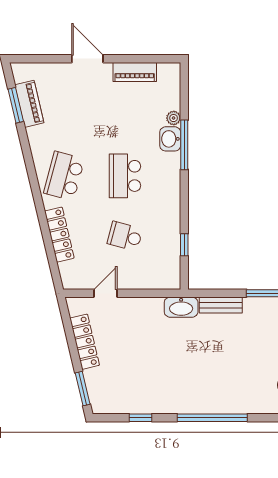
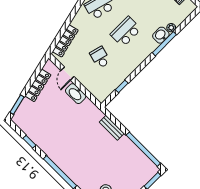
locker: (59, 235) -> (65, 41), moved
door: (105, 293) -> (67, 74), swing flipped
washbasin: (181, 307) -> (76, 94), moved

